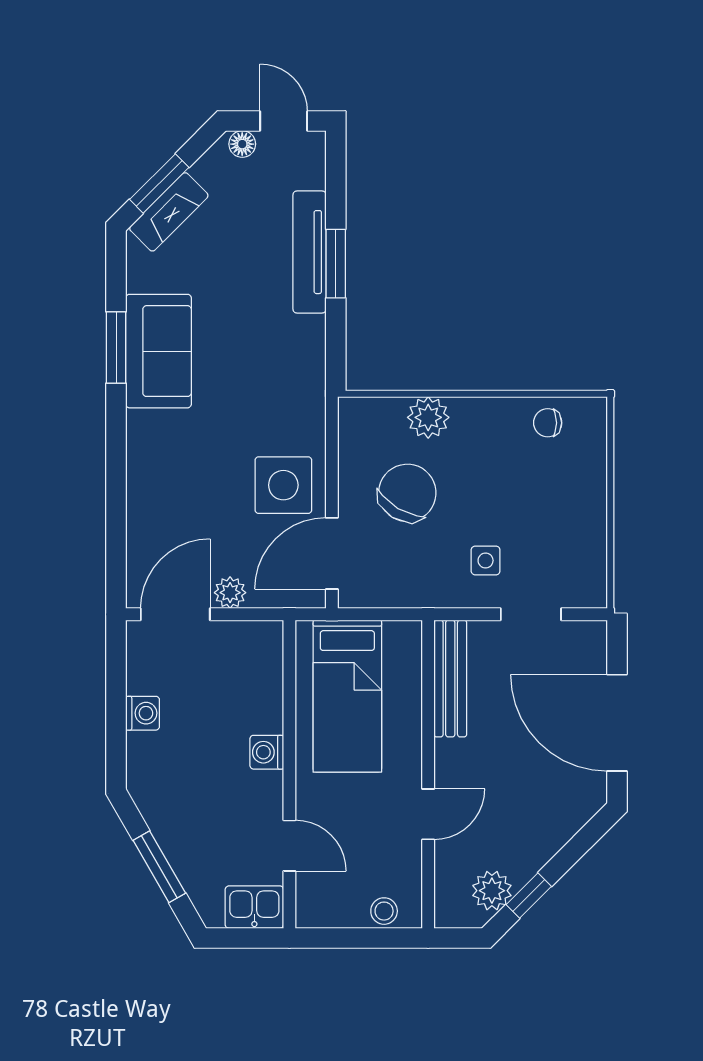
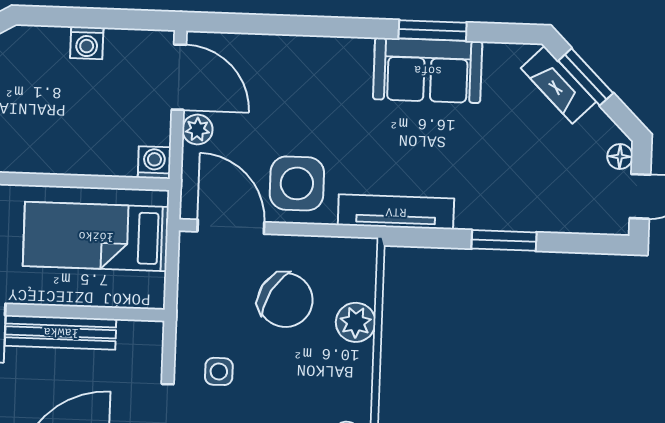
tv unit: (309, 252) -> (396, 212), moved
bench: (450, 679) -> (61, 332), moved
washing machine: (267, 752) -> (154, 163), moved

